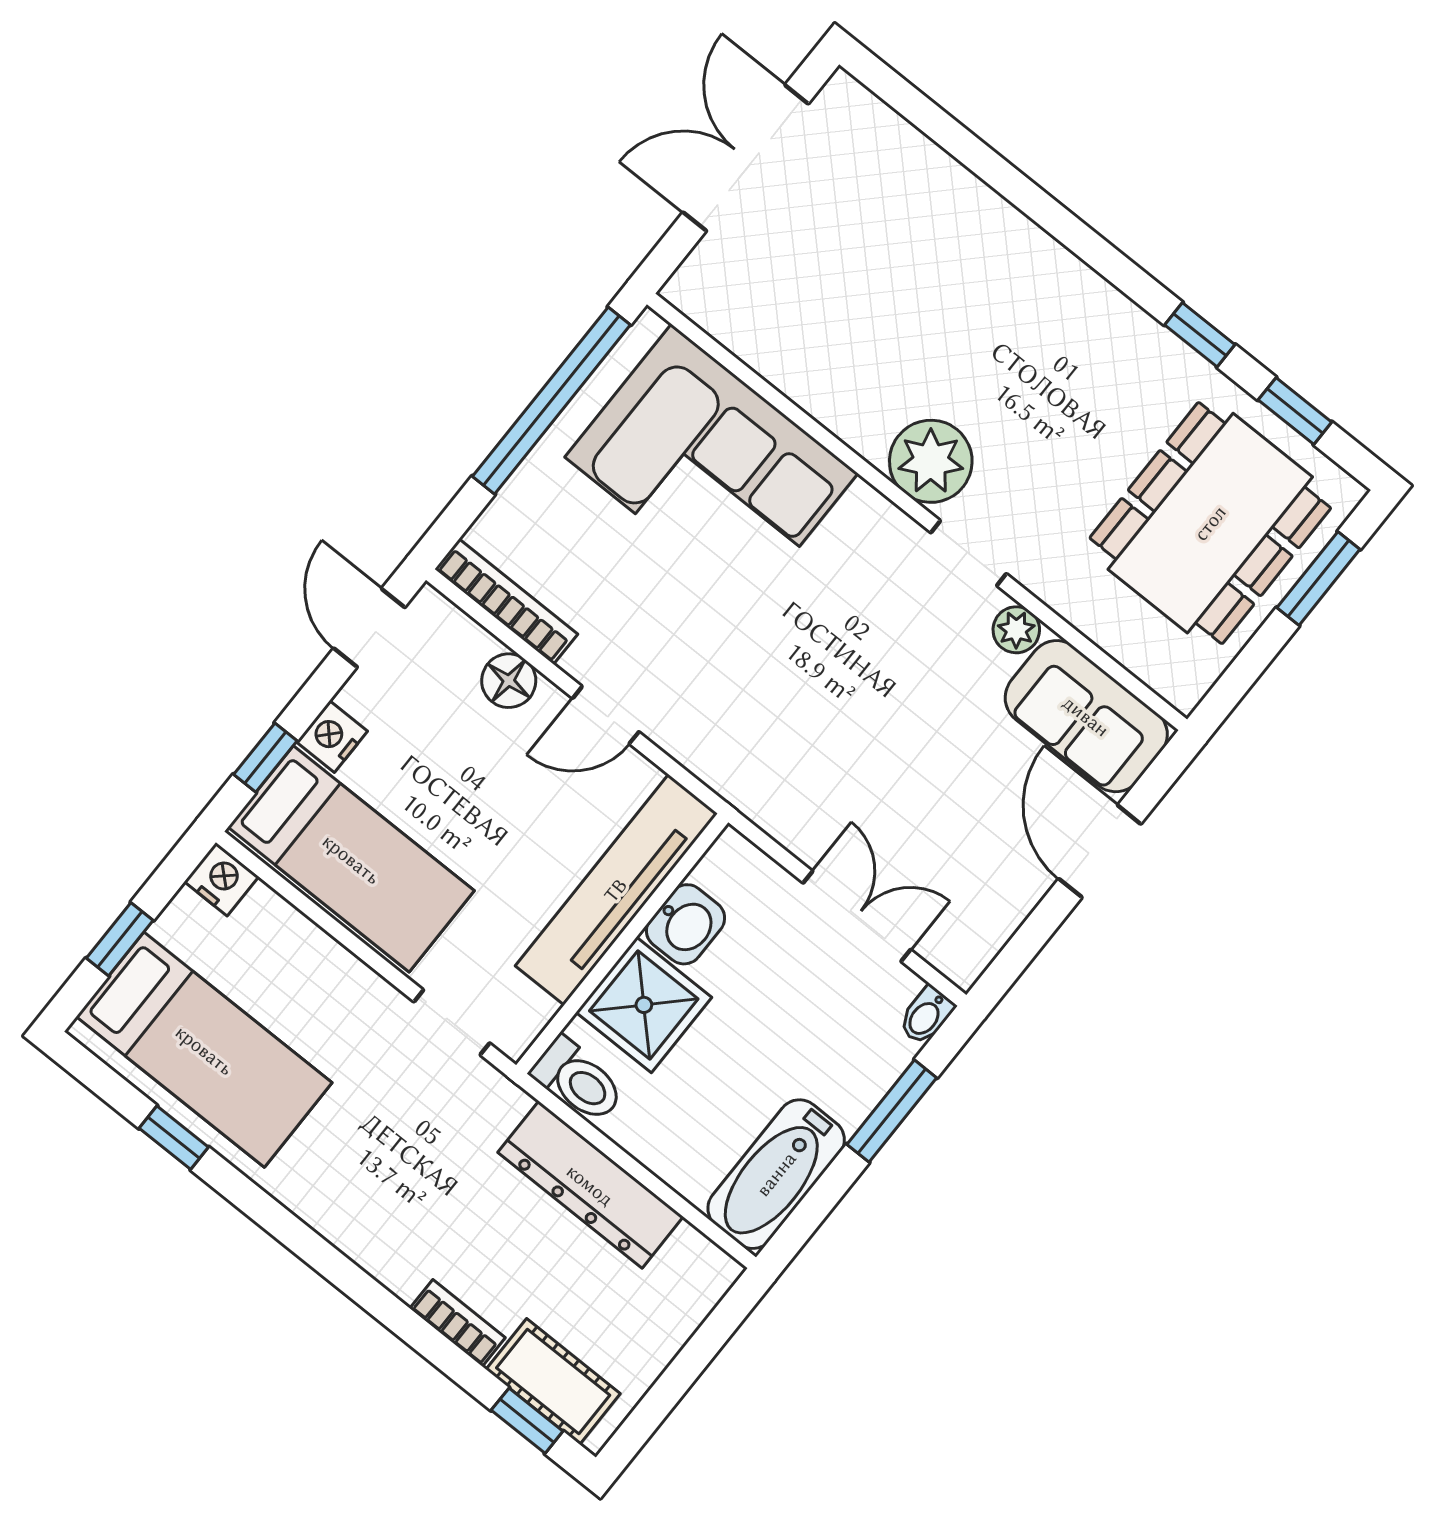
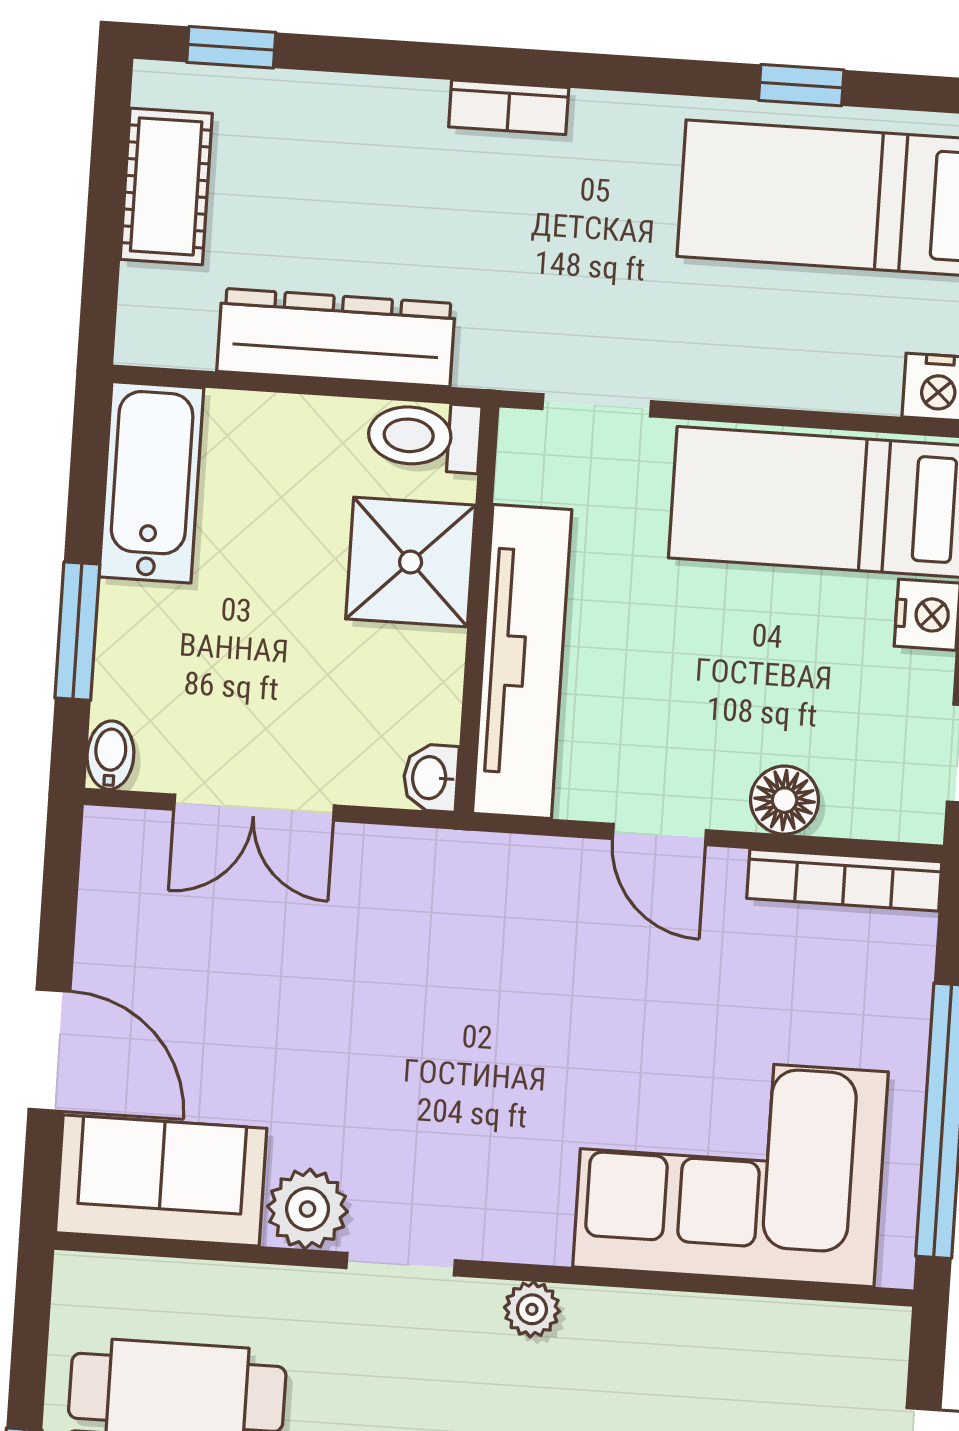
plant: (931, 461) -> (532, 1309), width x0.53, depth x0.53
plant: (1016, 630) -> (308, 1209), width x1.38, depth x1.38
door: (606, 715) -> (659, 835), swing flipped
washbasin: (686, 924) -> (431, 778), moved, width x0.72, depth x0.69
bookcase: (458, 1323) -> (509, 107), moved
cot: (553, 1381) -> (166, 186), moved, turned 90

